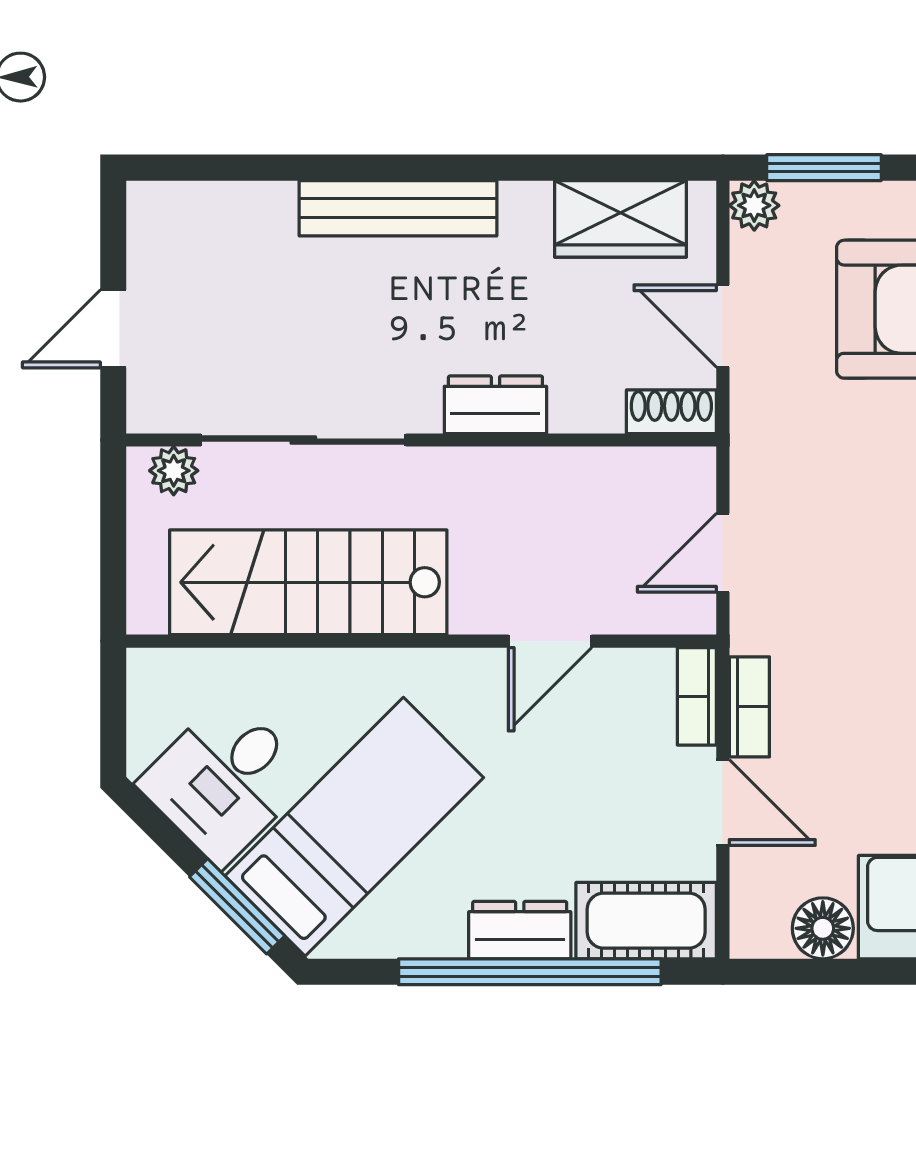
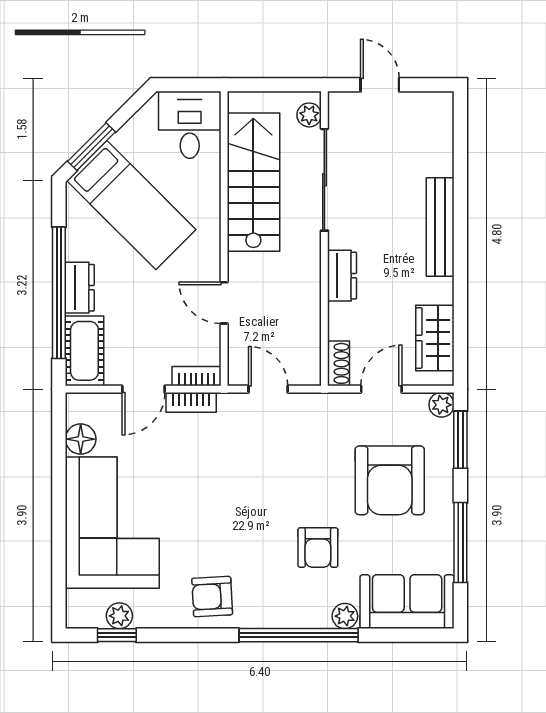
desk: (225, 780) -> (190, 125), moved, turned 45

